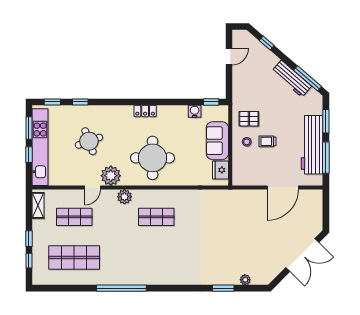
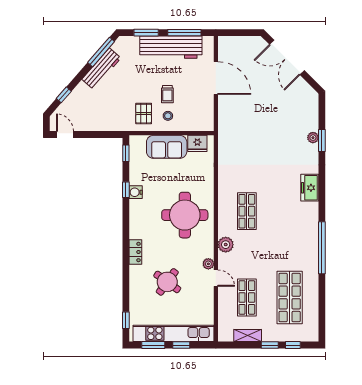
door: (229, 57) -> (65, 135), moved
window: (80, 102) -> (126, 190), moved
locker: (145, 111) -> (135, 252), moved
water cooler: (195, 111) -> (136, 192), moved
round table: (89, 141) -> (167, 282), turned -34
plant: (111, 176) -> (208, 264), width x0.53, depth x0.53
shelving: (38, 205) -> (248, 336), moved
double door: (302, 255) -> (287, 57), swing flipped
freezer: (178, 277) -> (310, 188), added
plant: (245, 280) -> (313, 138), moved

